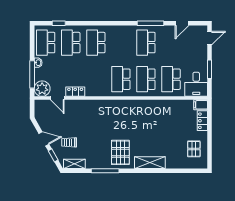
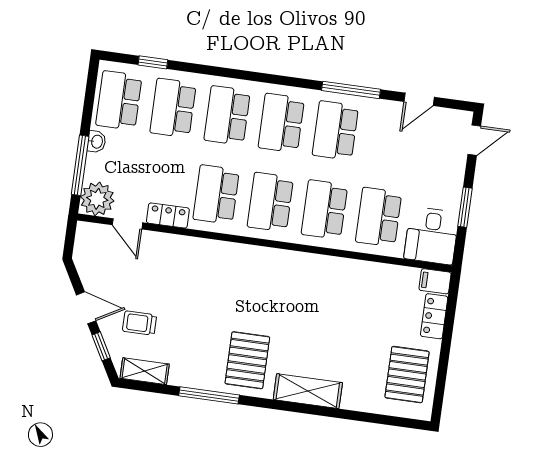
school desk: (121, 43) -> (281, 123), added
school desk: (96, 79) -> (216, 195), added
pallet: (194, 149) -> (407, 375), width x1.50, depth x1.42

